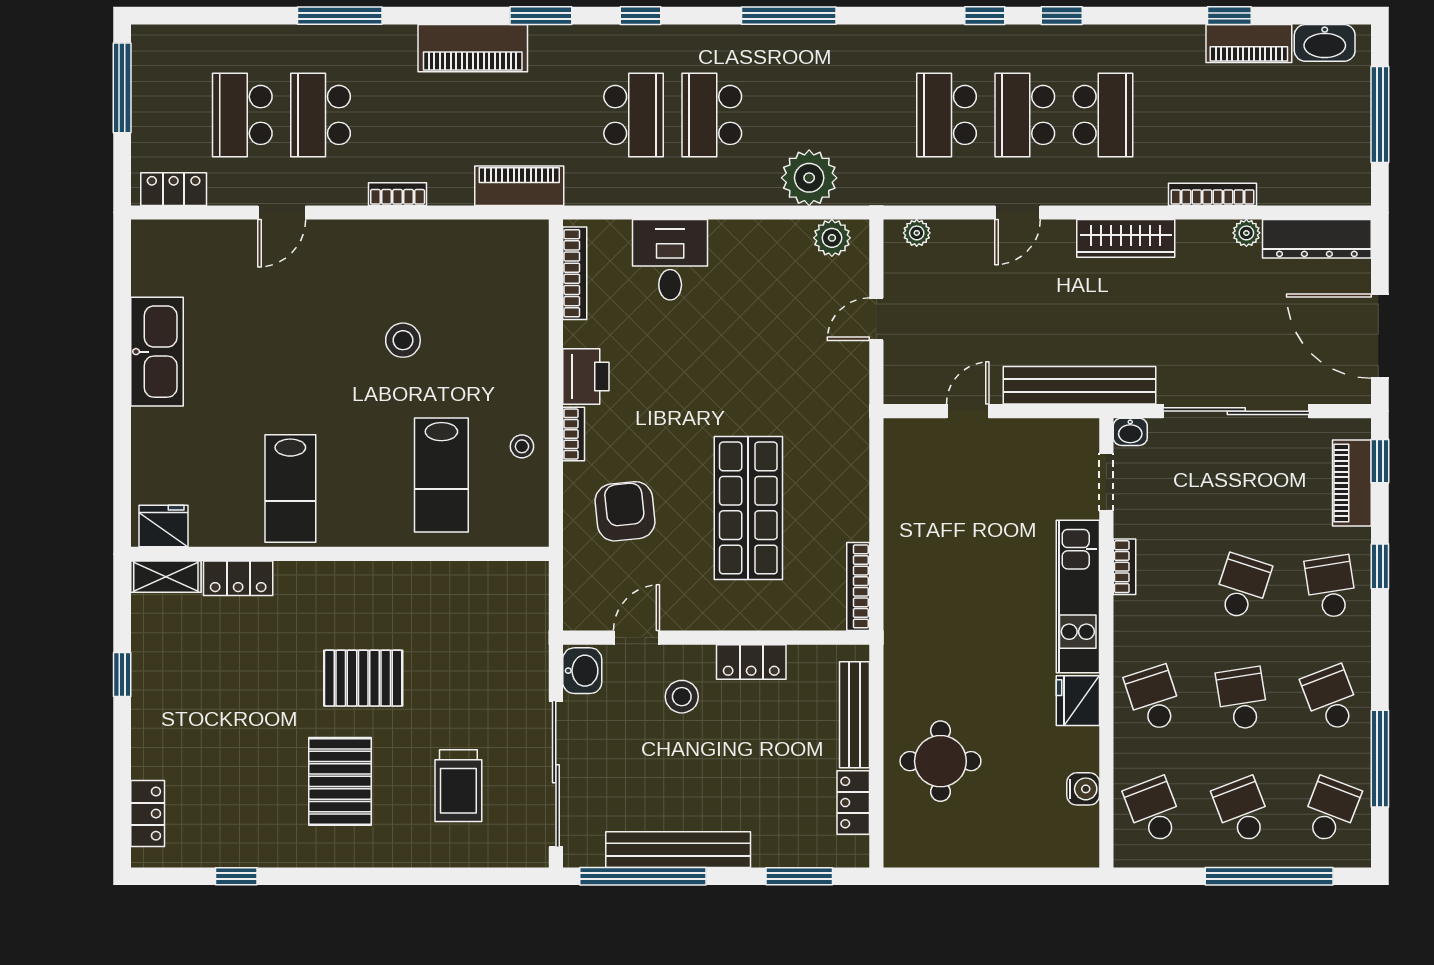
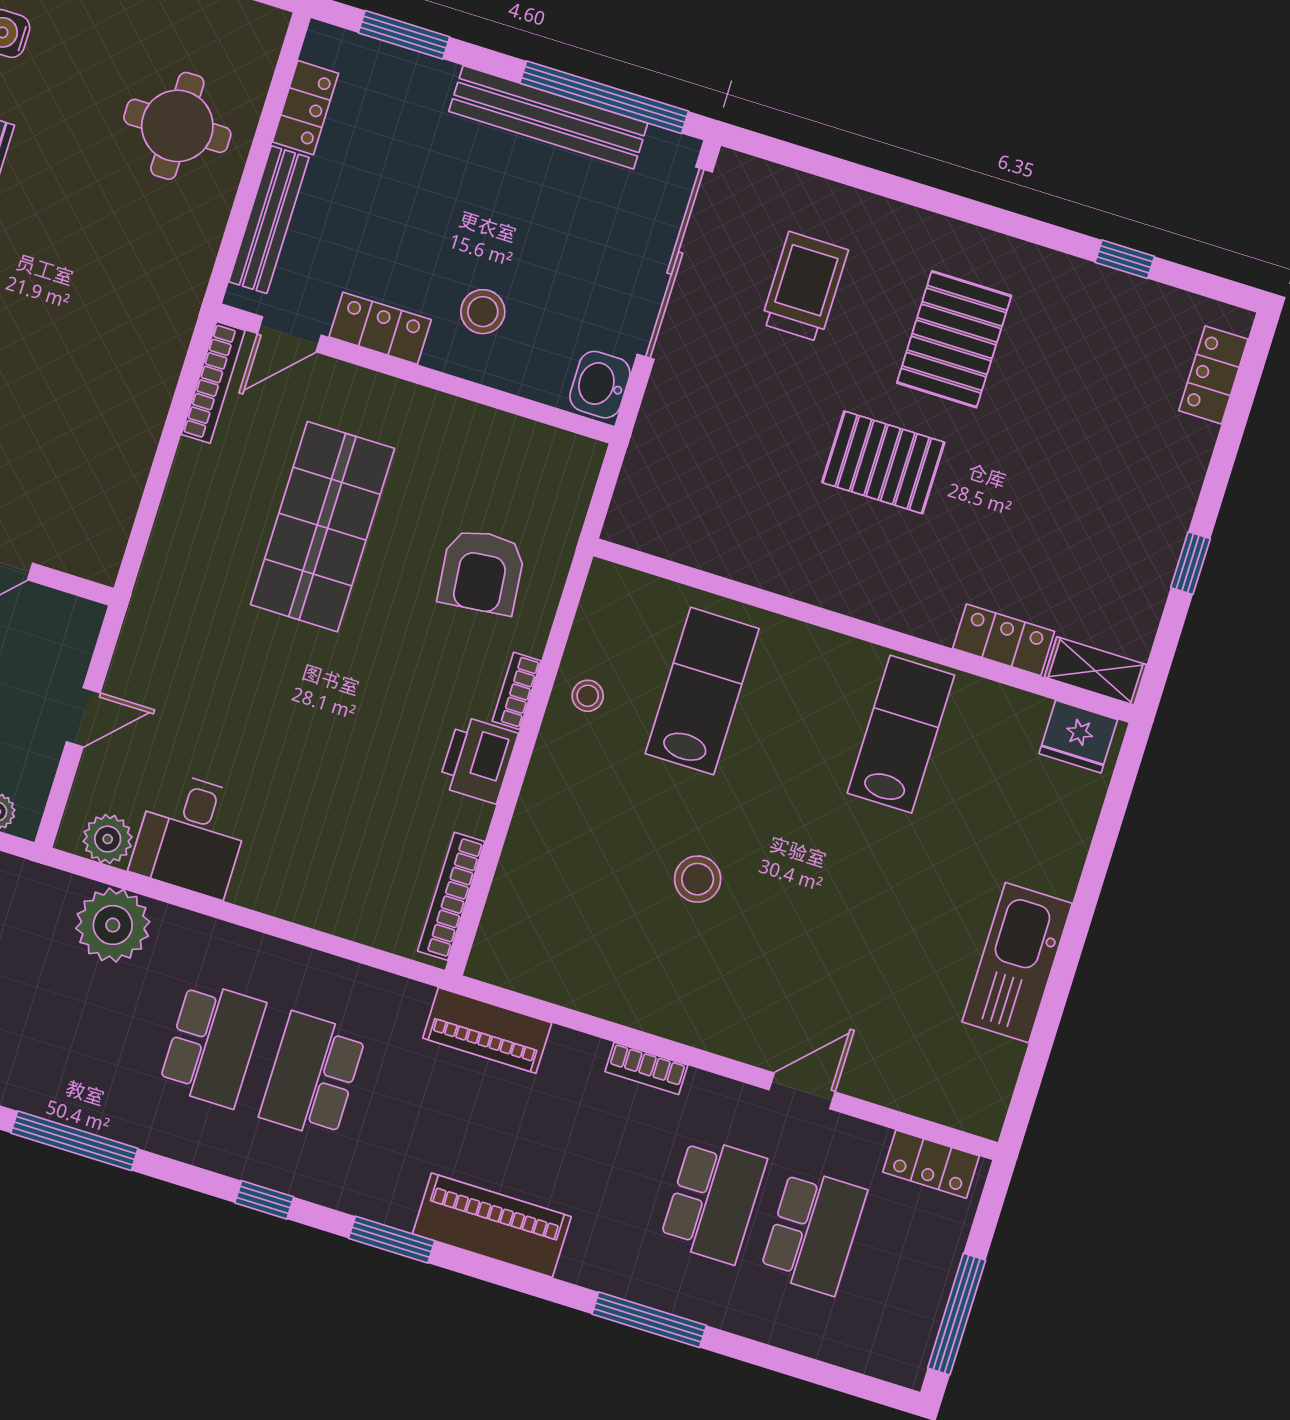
desk: (670, 260) -> (191, 834), moved
door: (636, 638) -> (289, 334), moved

